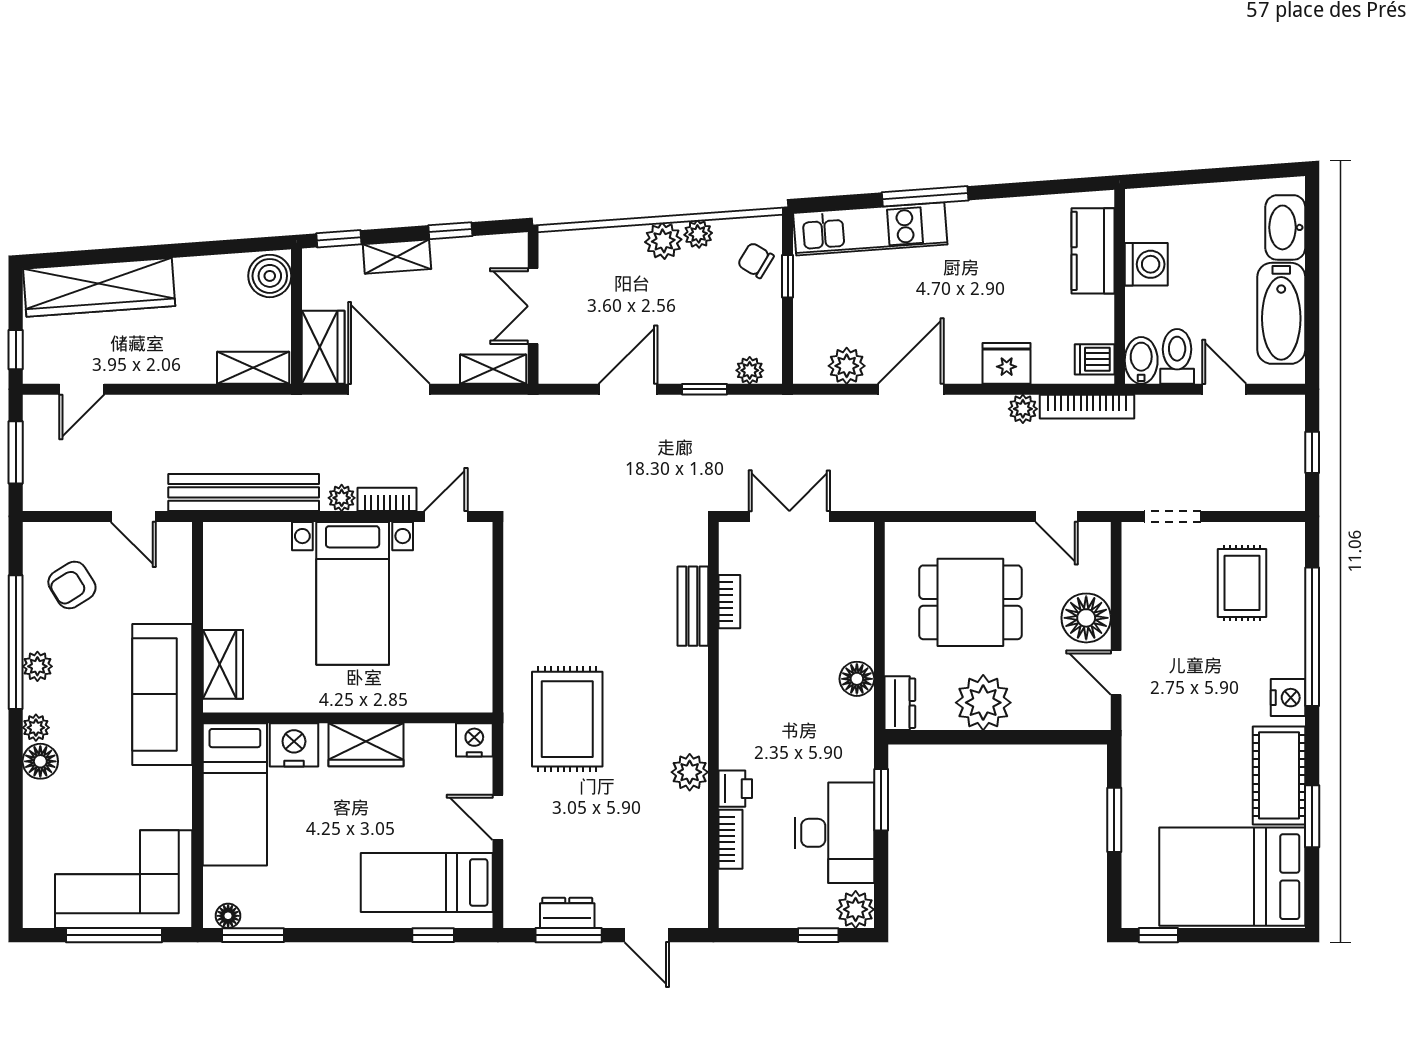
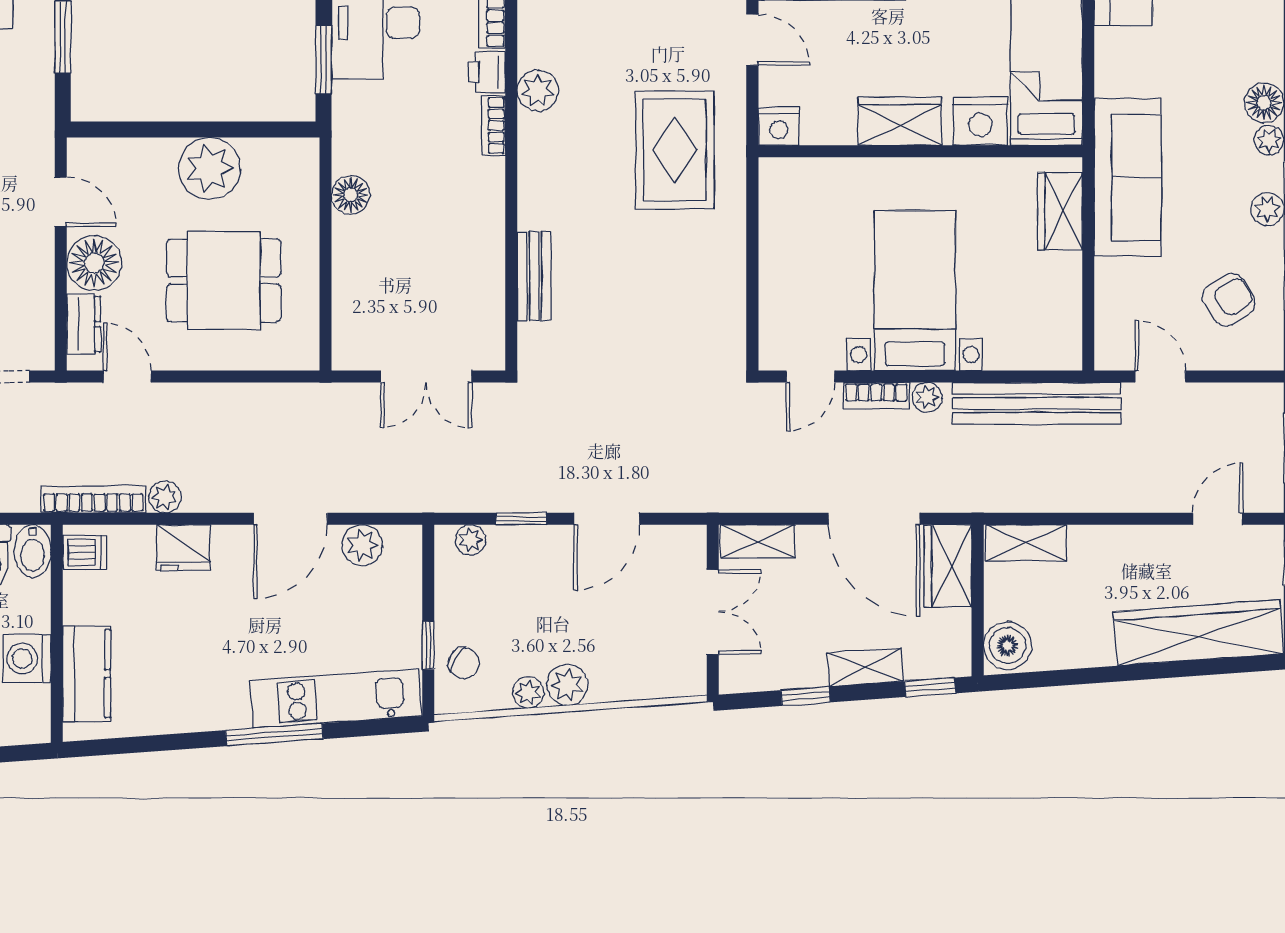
bookcase: (729, 602) -> (493, 126), moved
dresser: (900, 703) -> (84, 324), moved, turned 180

